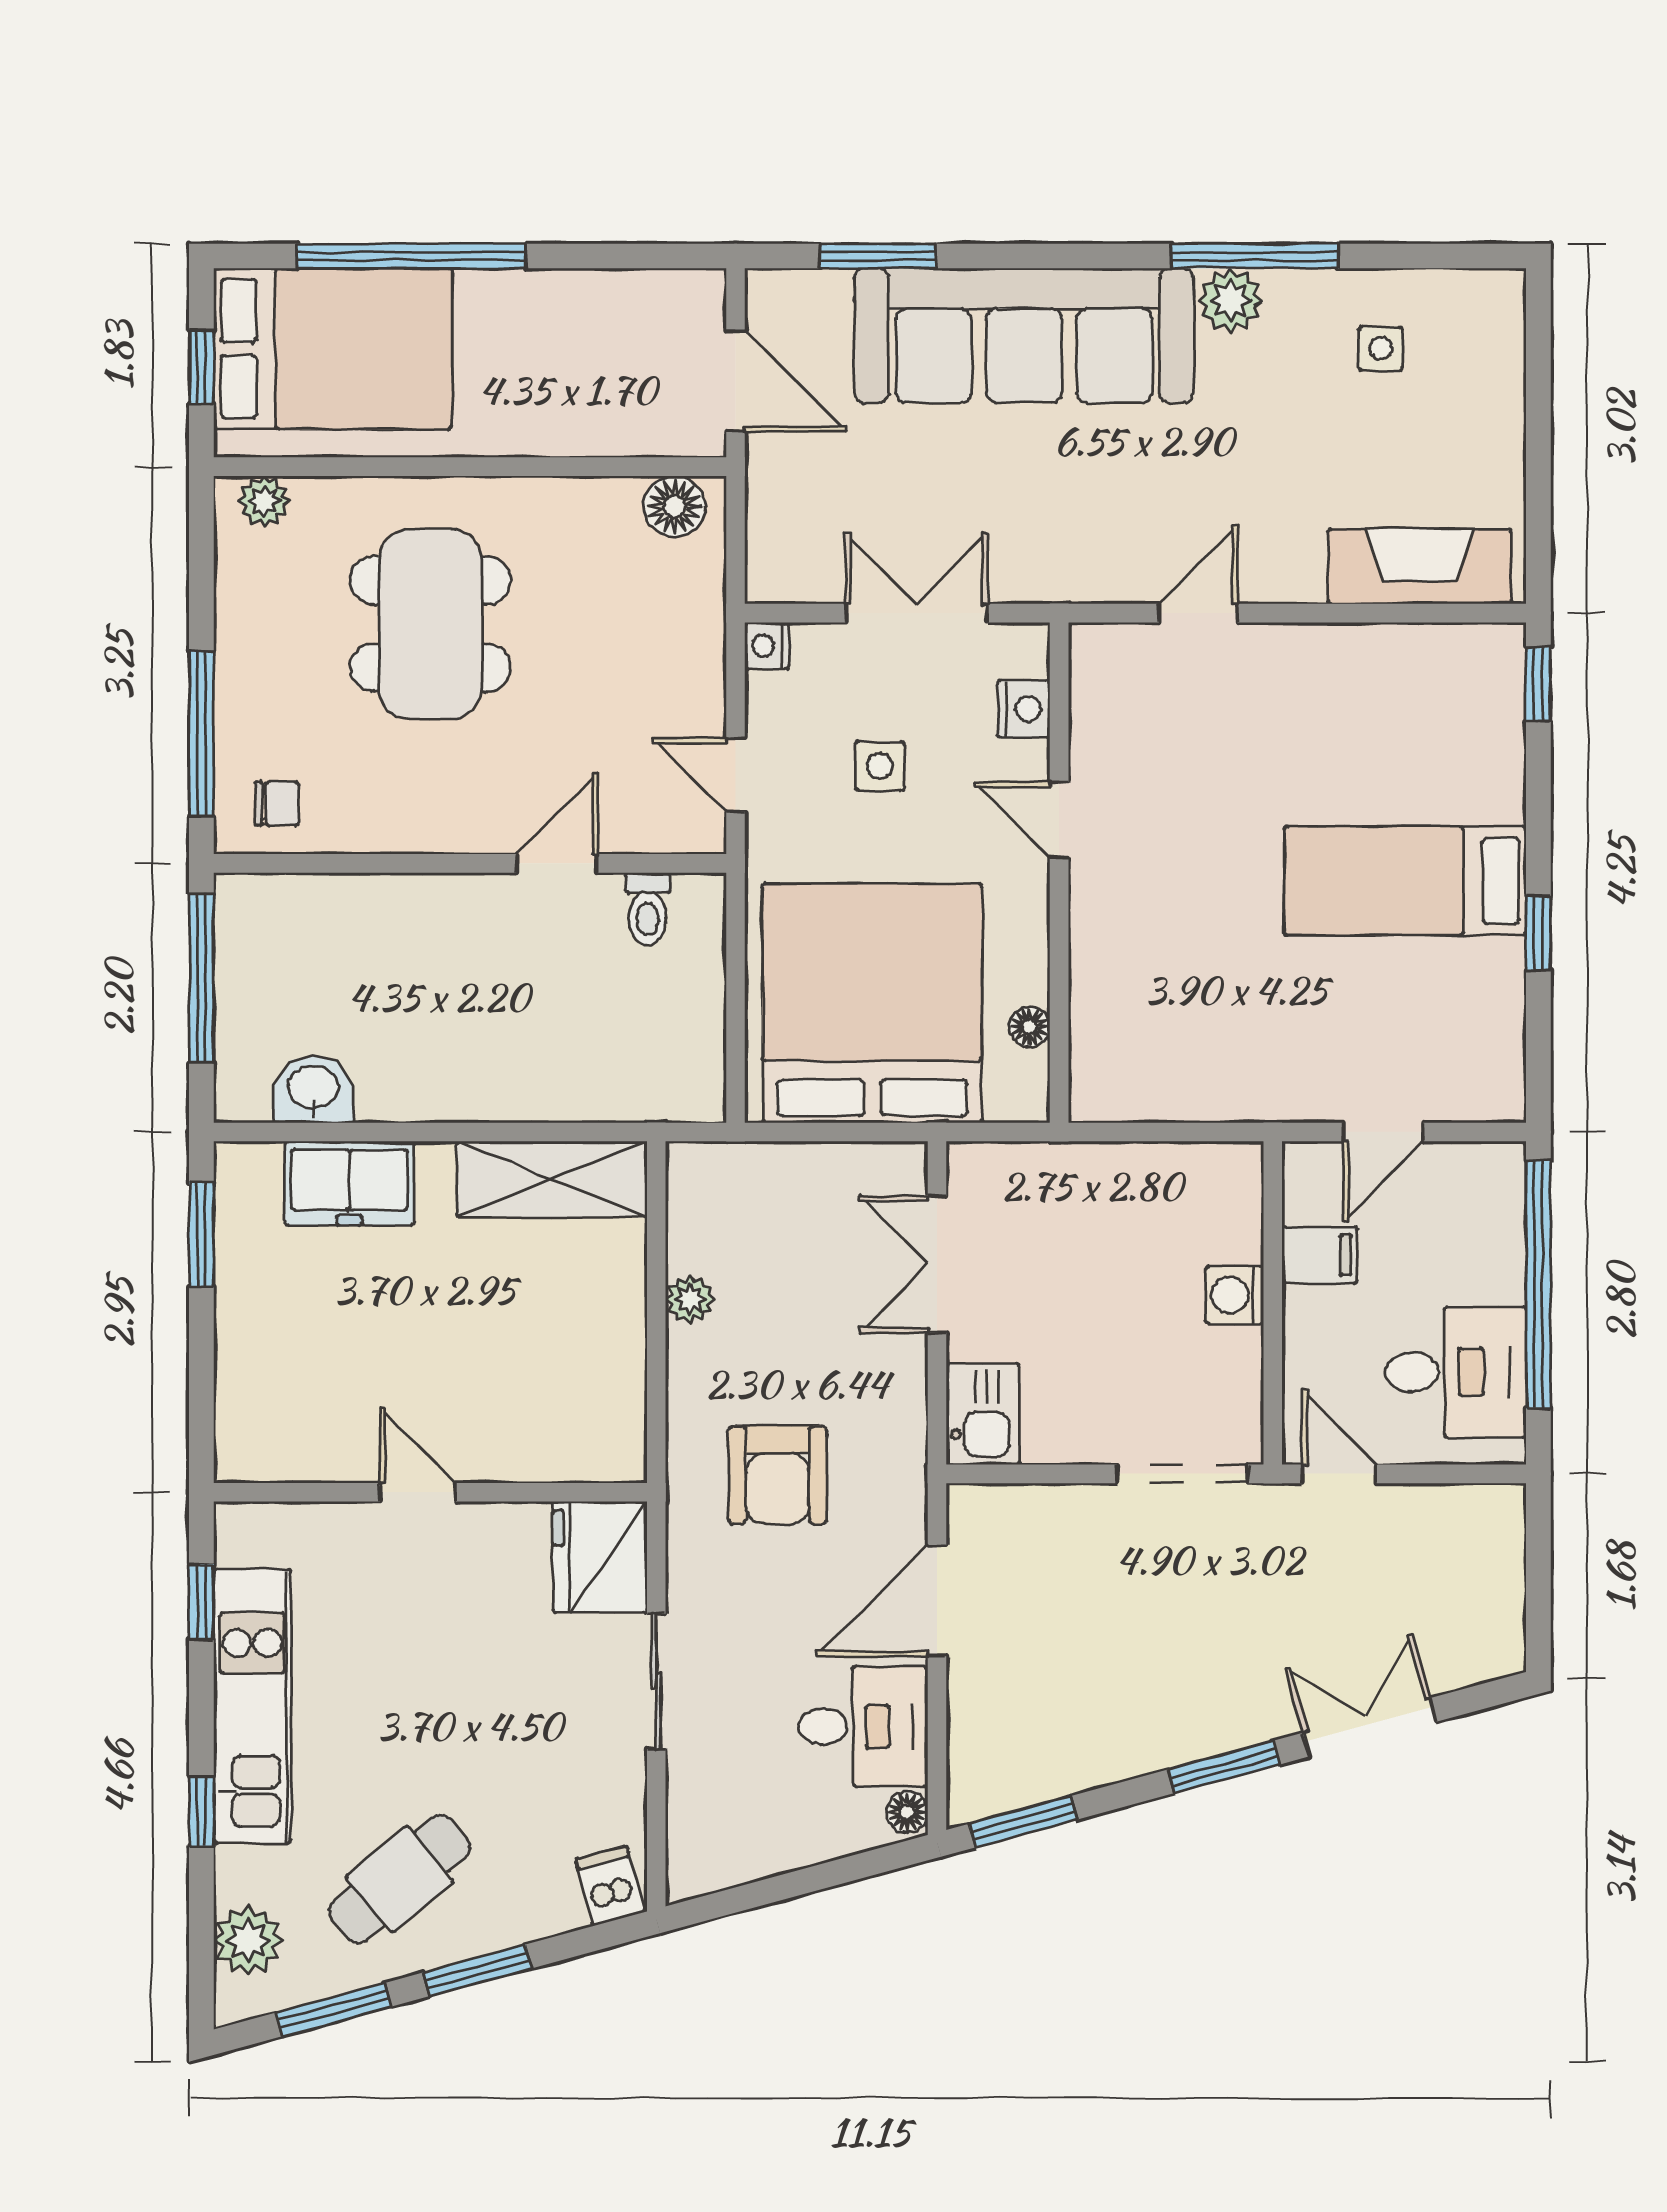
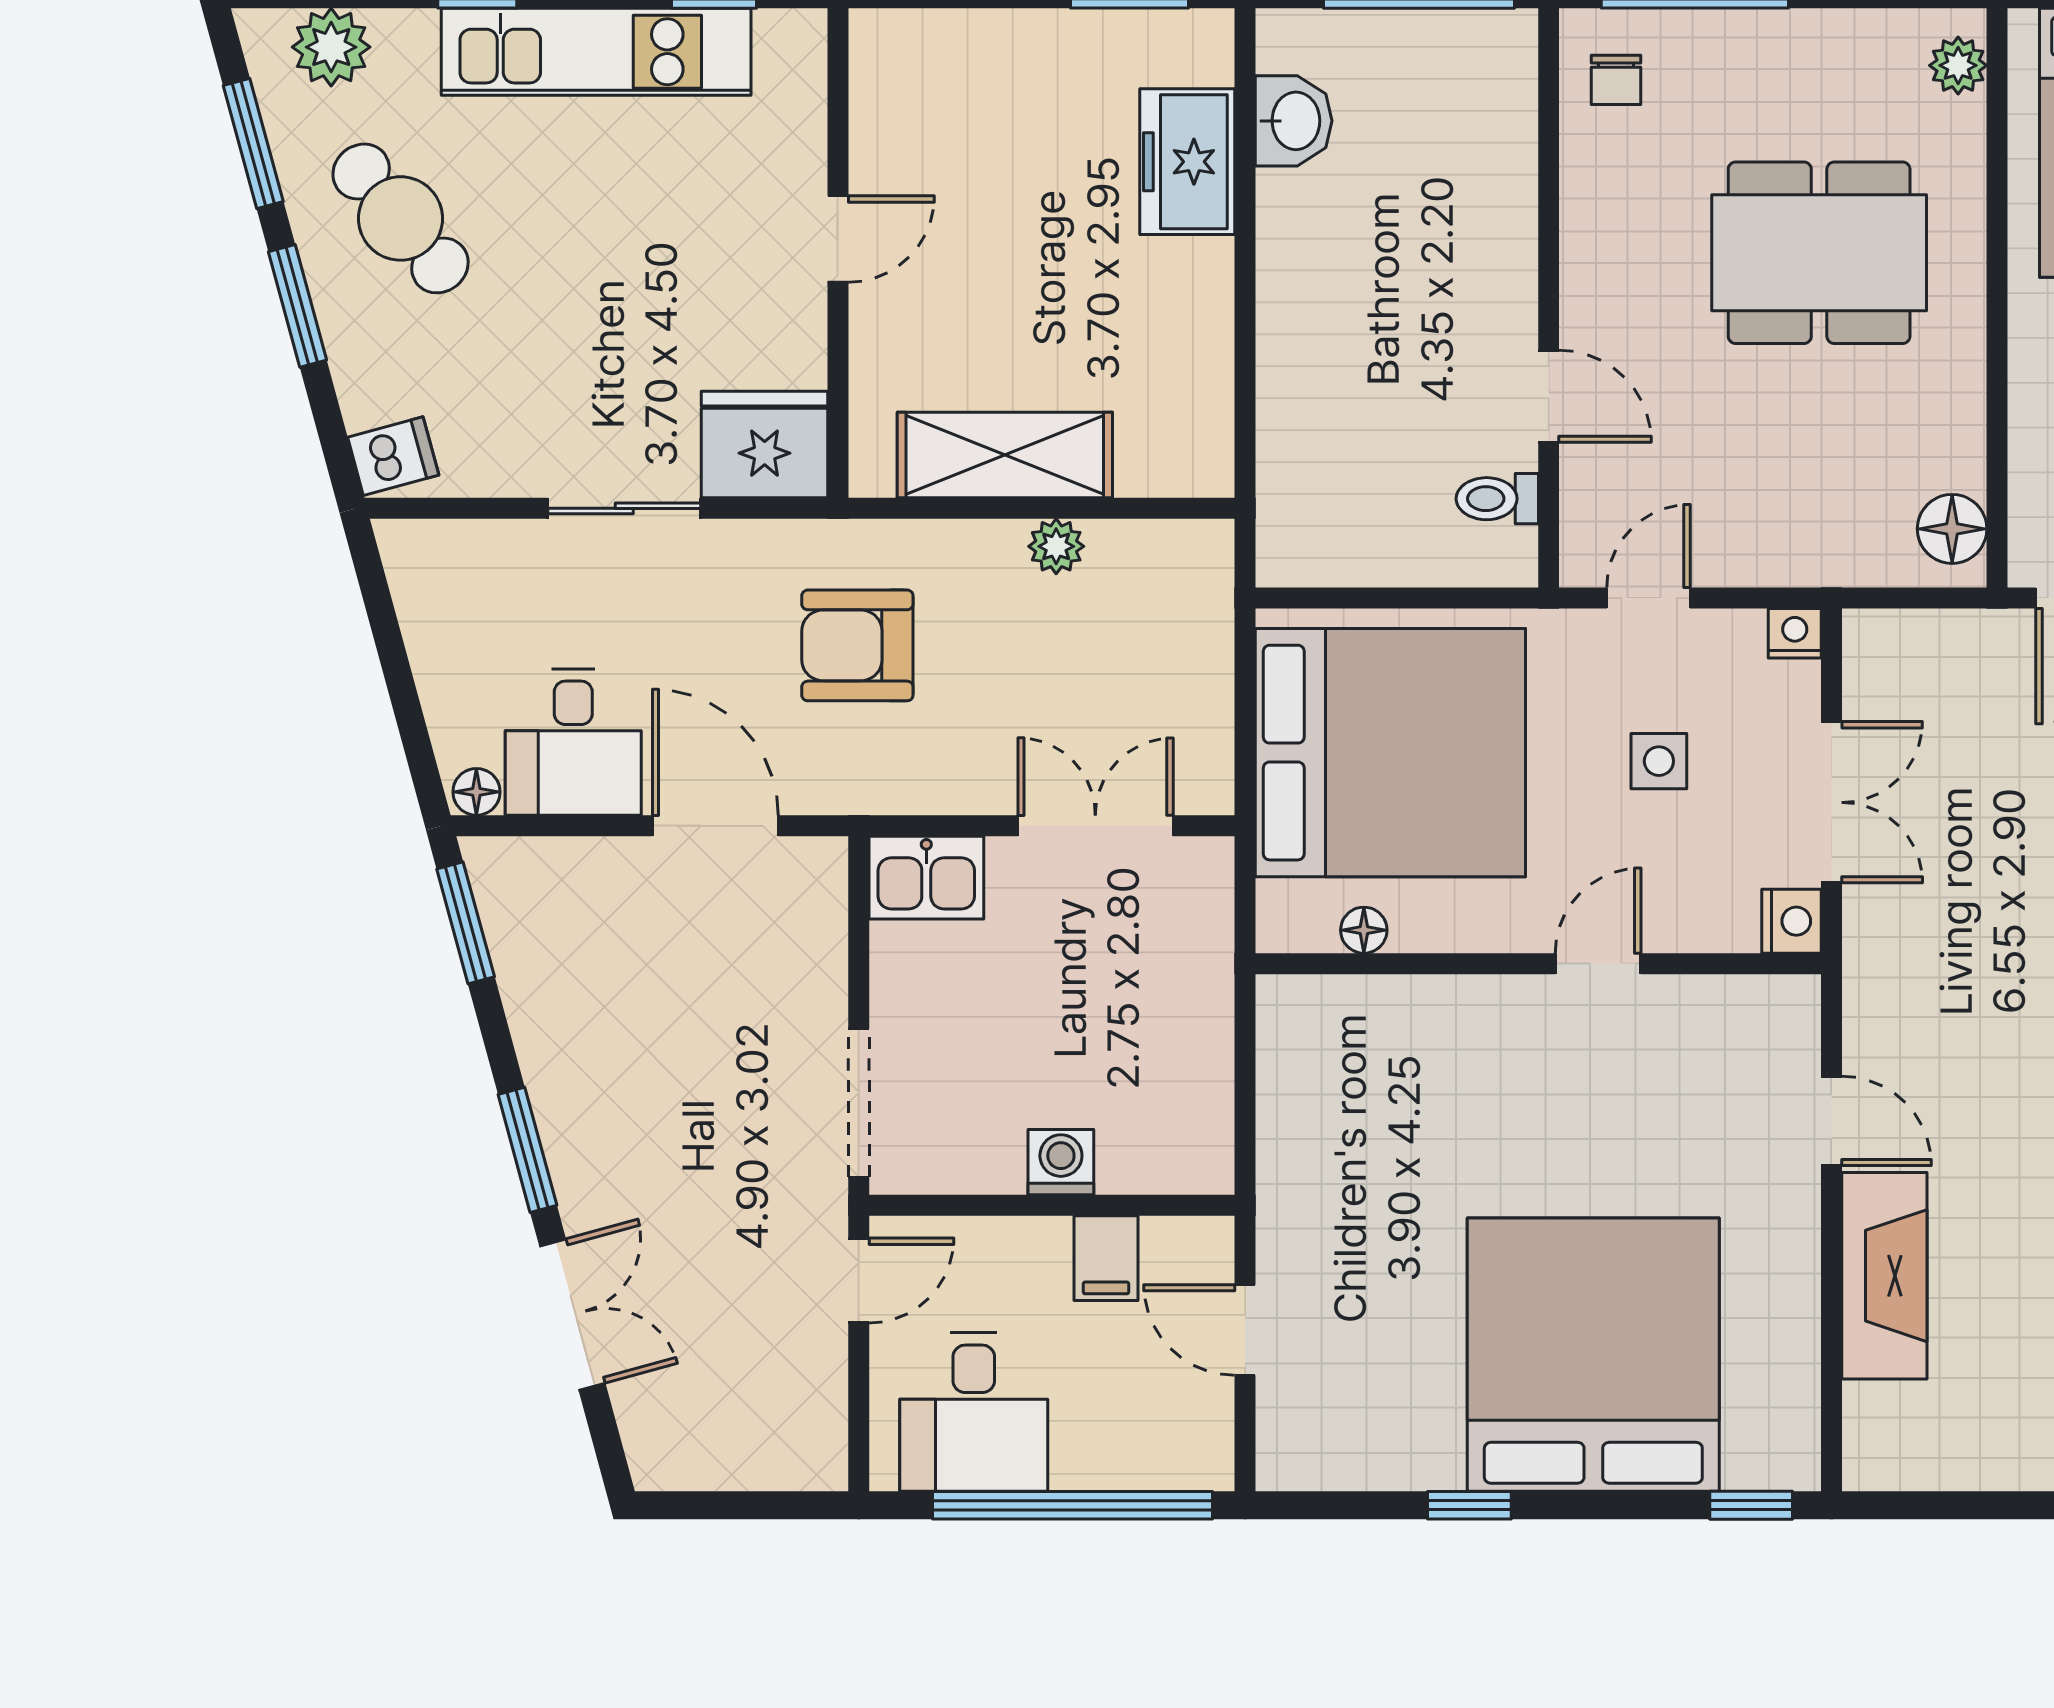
fireplace: (1420, 566) -> (1884, 1276), moved
nightstand: (1024, 709) -> (1792, 921), moved, turned -90
bed: (1405, 881) -> (1593, 1355), width x2.04
shelving: (552, 1179) -> (1005, 455), moved, turned 90

